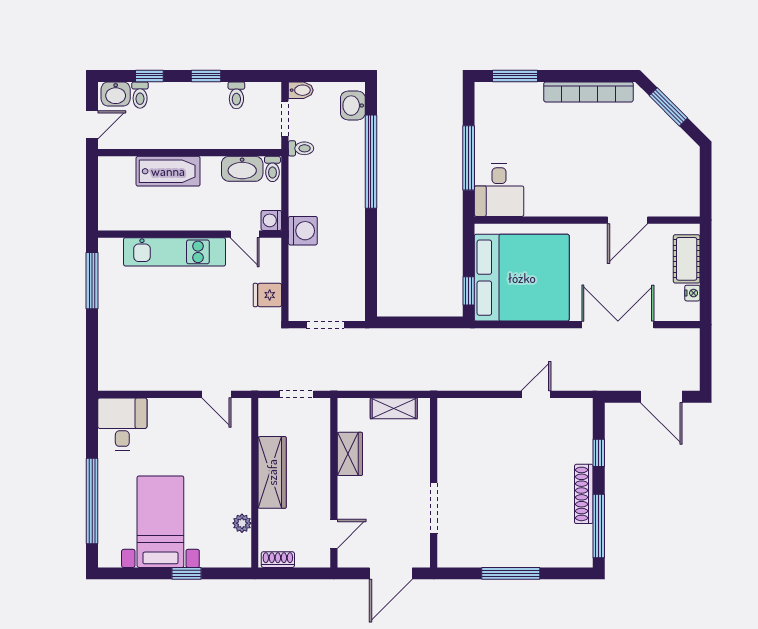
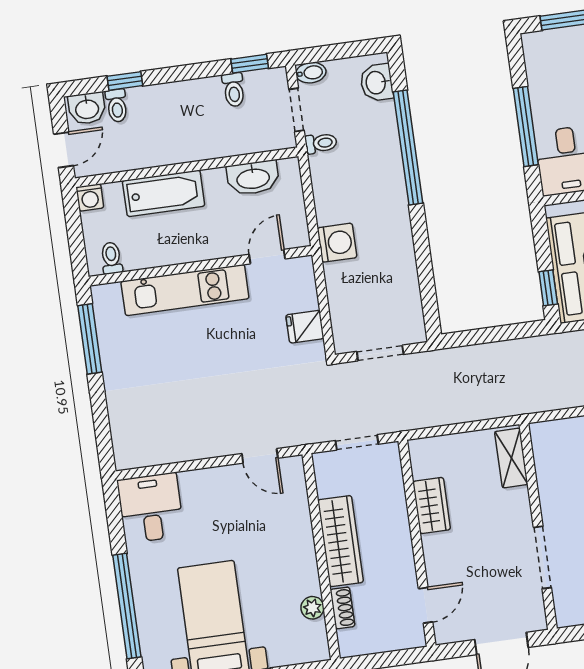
window: (206, 76) -> (250, 64), moved
toilet: (272, 169) -> (111, 258), moved, turned 180
washing machine: (271, 220) -> (90, 197), moved, turned -90
door: (245, 234) -> (267, 257), swing flipped
shelving: (394, 408) -> (511, 458), moved, turned 90
shoe rack: (278, 560) -> (342, 608), moved, turned 90

